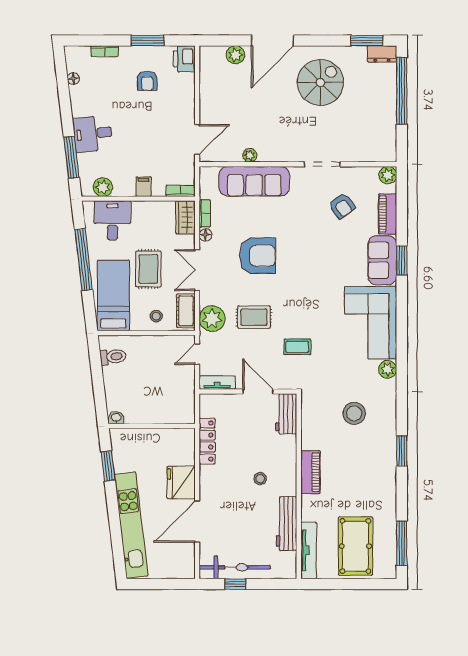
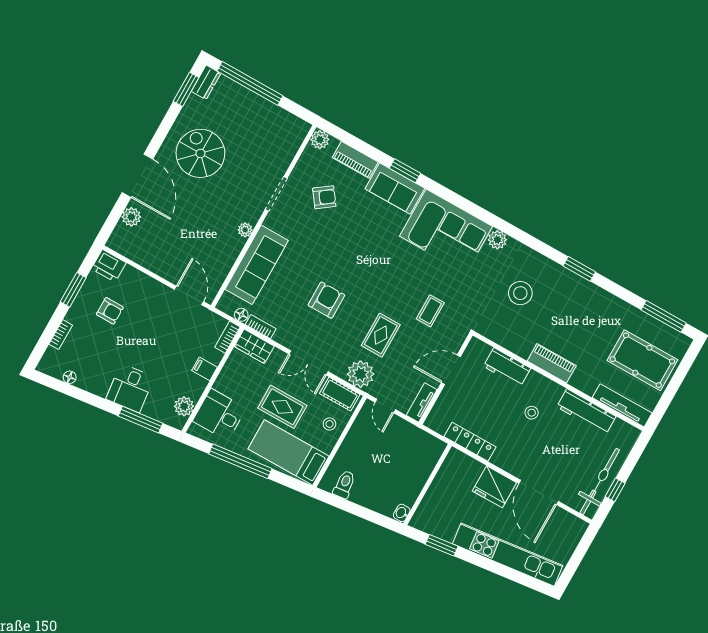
plant: (250, 155) -> (245, 230), moved
floor lamp: (206, 235) -> (241, 315), moved
armchair: (258, 256) -> (326, 300), width x0.73, depth x0.73
workbench: (286, 414) -> (507, 367), moved

